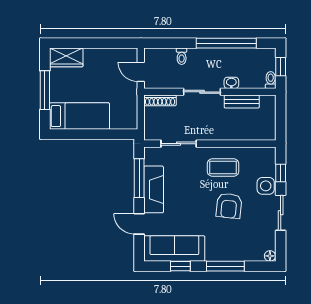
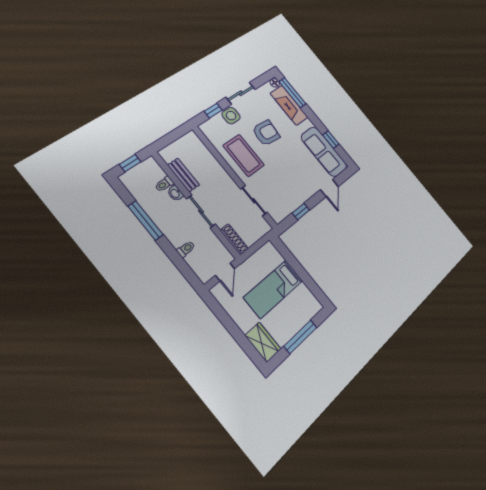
window: (226, 43) -> (145, 220), width x0.68
toilet: (271, 80) -> (164, 184), moved
bed: (79, 116) -> (274, 289), moved, turned -90
coffee table: (223, 168) -> (244, 155), width x1.36, depth x1.32
window: (139, 178) -> (301, 212), width x0.46
fireplace: (154, 189) -> (289, 105), moved, turned -90
window: (225, 266) -> (292, 93), moved

